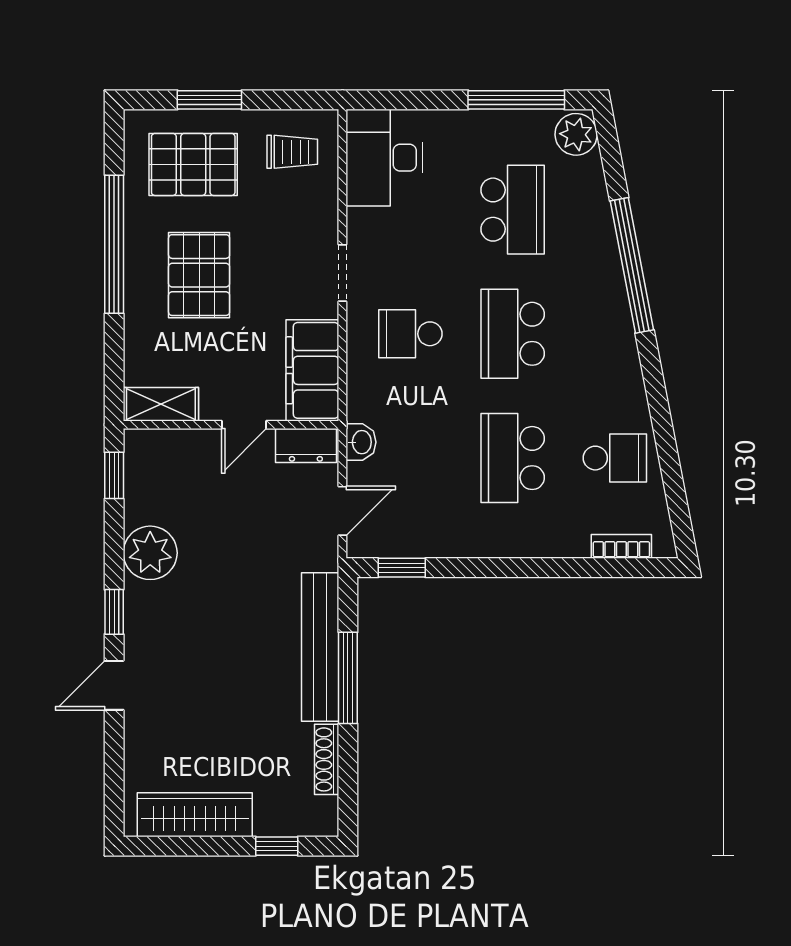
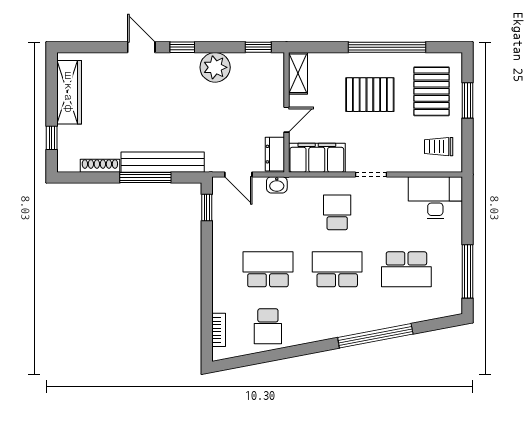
plant: (576, 134) -> (448, 305), removed
trolley: (292, 152) -> (439, 147), turned 90
door: (244, 425) -> (286, 120), swing flipped

